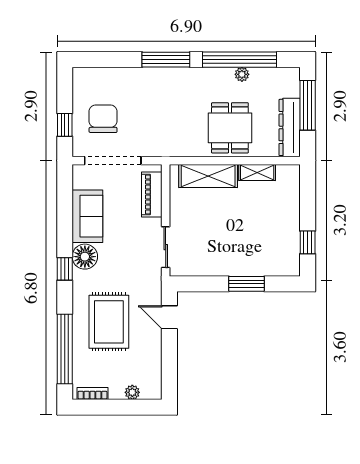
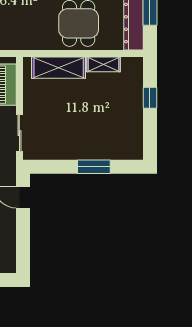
window: (308, 242) -> (150, 98), moved

